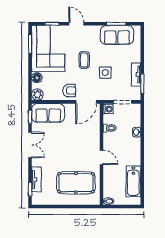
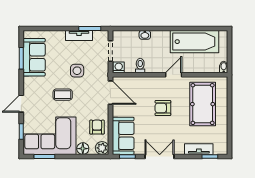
armchair: (69, 90) -> (97, 127), moved
armchair: (72, 148) -> (163, 108), added
bathtub: (133, 181) -> (195, 42), width x1.36, depth x1.36

